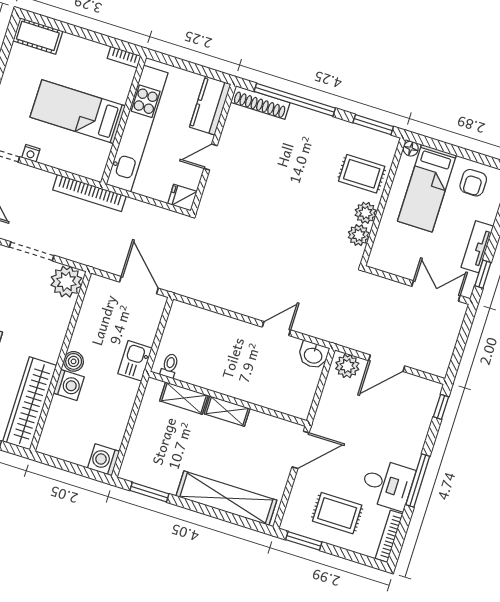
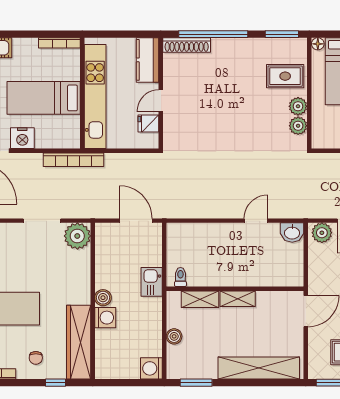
bookcase: (124, 57) -> (59, 43), width x1.56
nightstand: (31, 153) -> (22, 138), width x1.89, depth x1.79
fridge: (182, 198) -> (148, 124), moved
boiler: (141, 431) -> (174, 336), added

